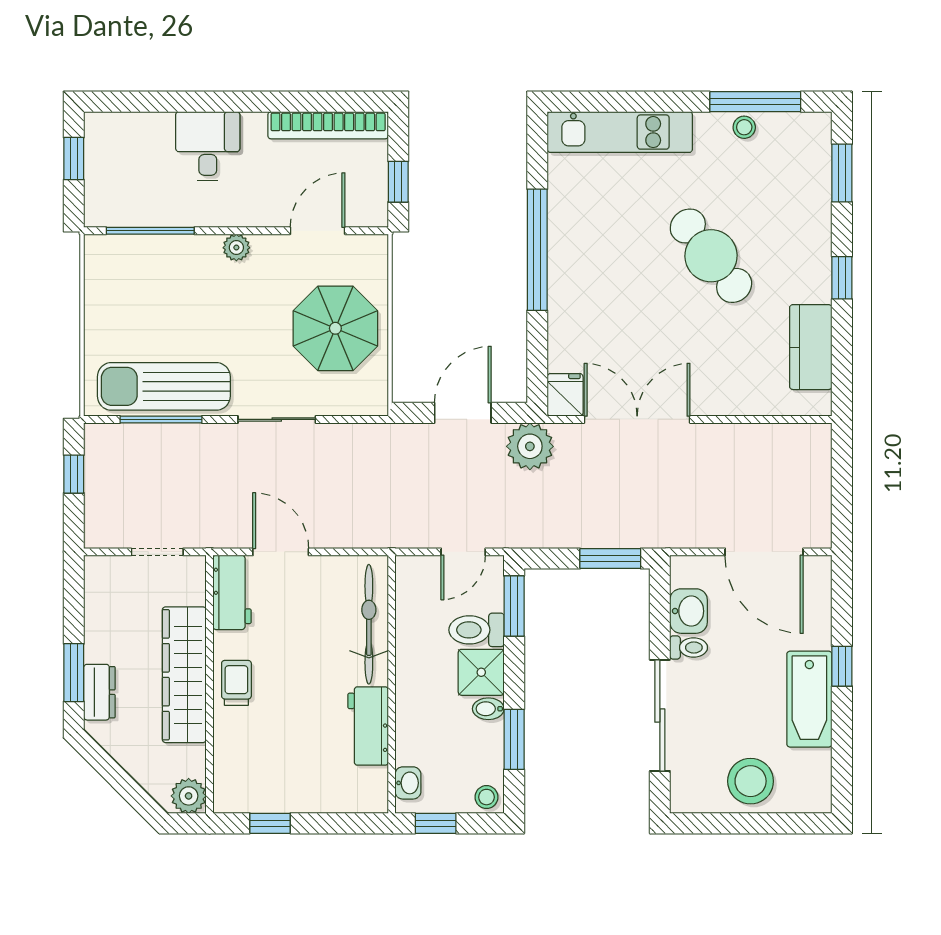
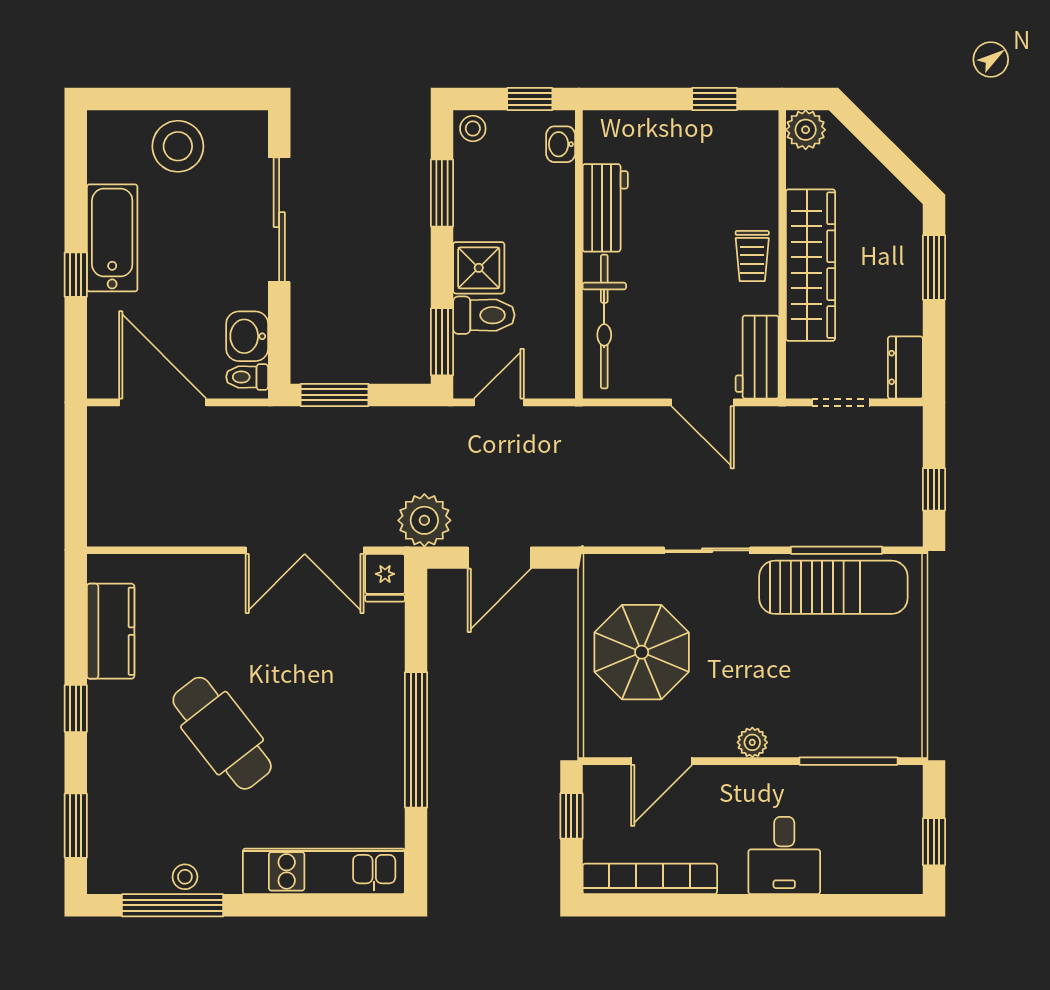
toilet: (689, 647) -> (247, 377), moved
dresser: (99, 692) -> (905, 367), moved
bidet: (488, 709) -> (471, 227), removed

